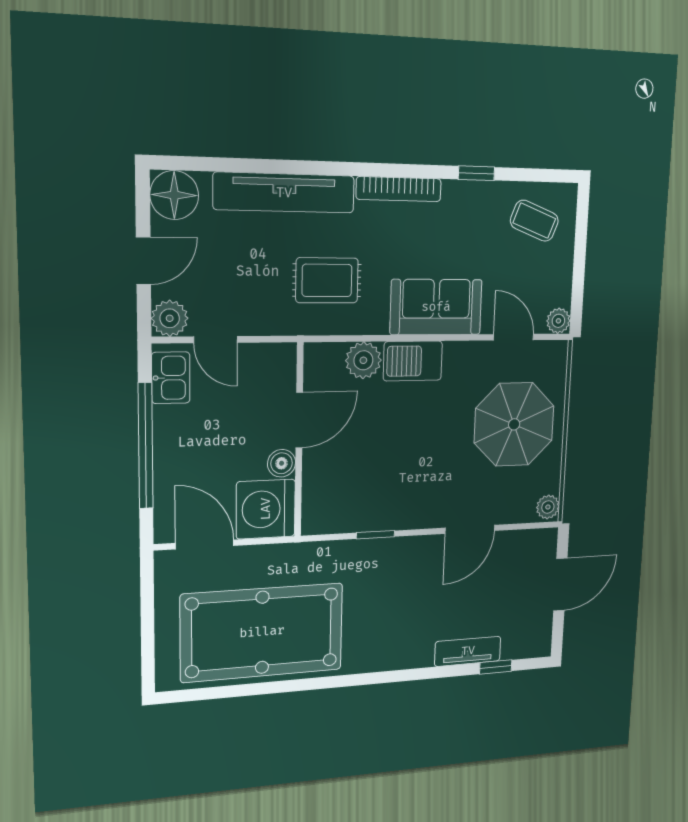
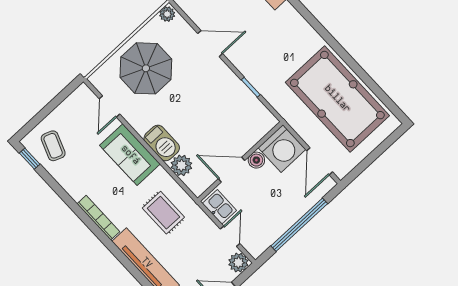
window: (476, 173) -> (30, 159), moved
plant: (558, 321) -> (83, 92), removed
kitchen sink: (171, 378) -> (219, 207), moved, turned 90

